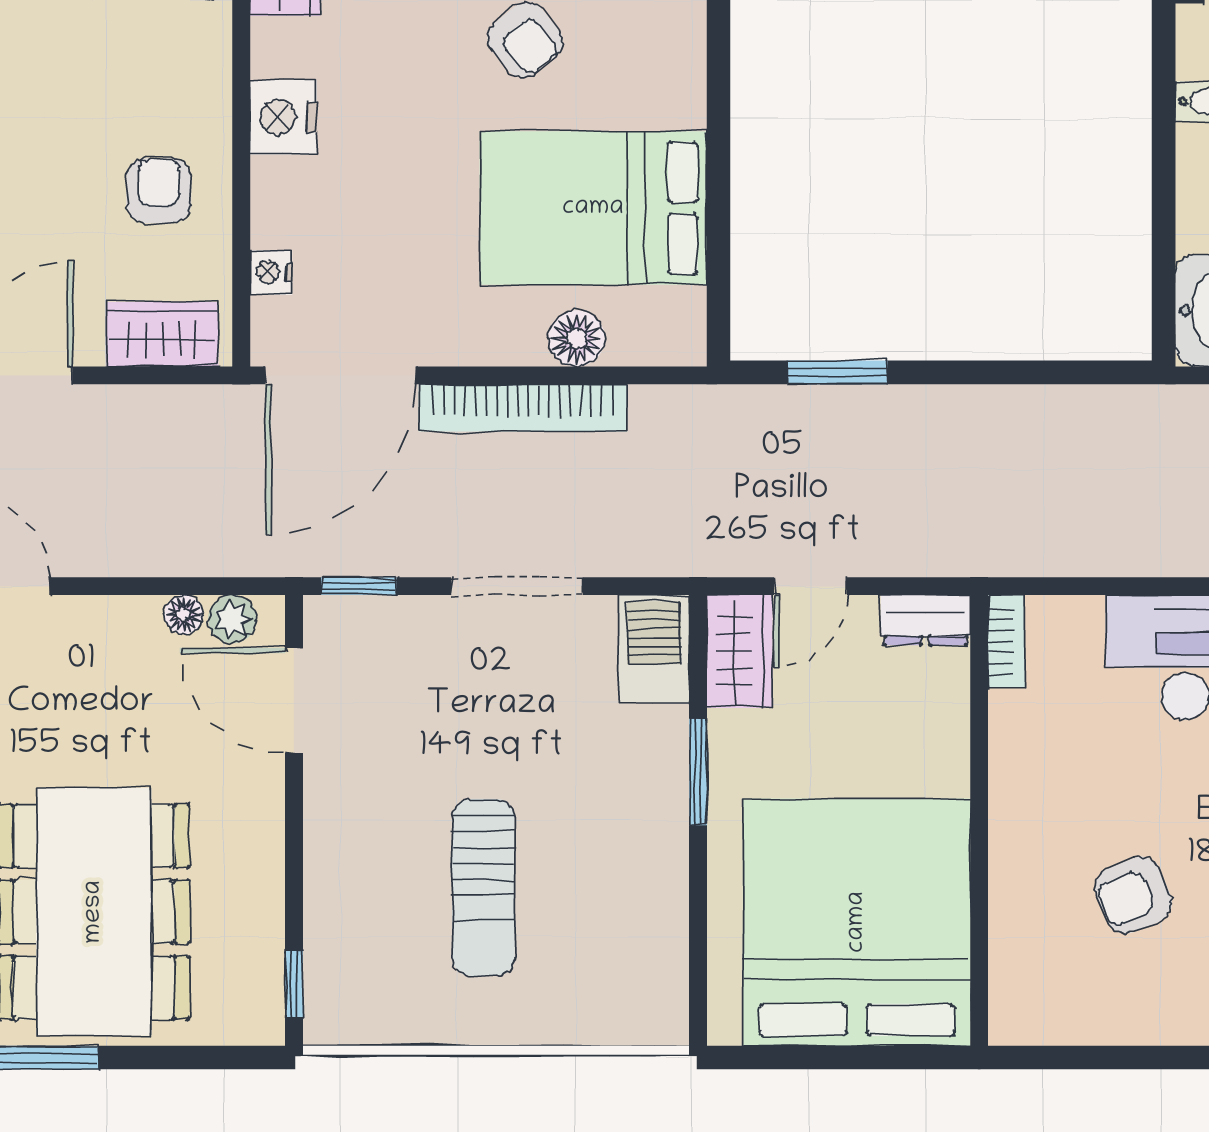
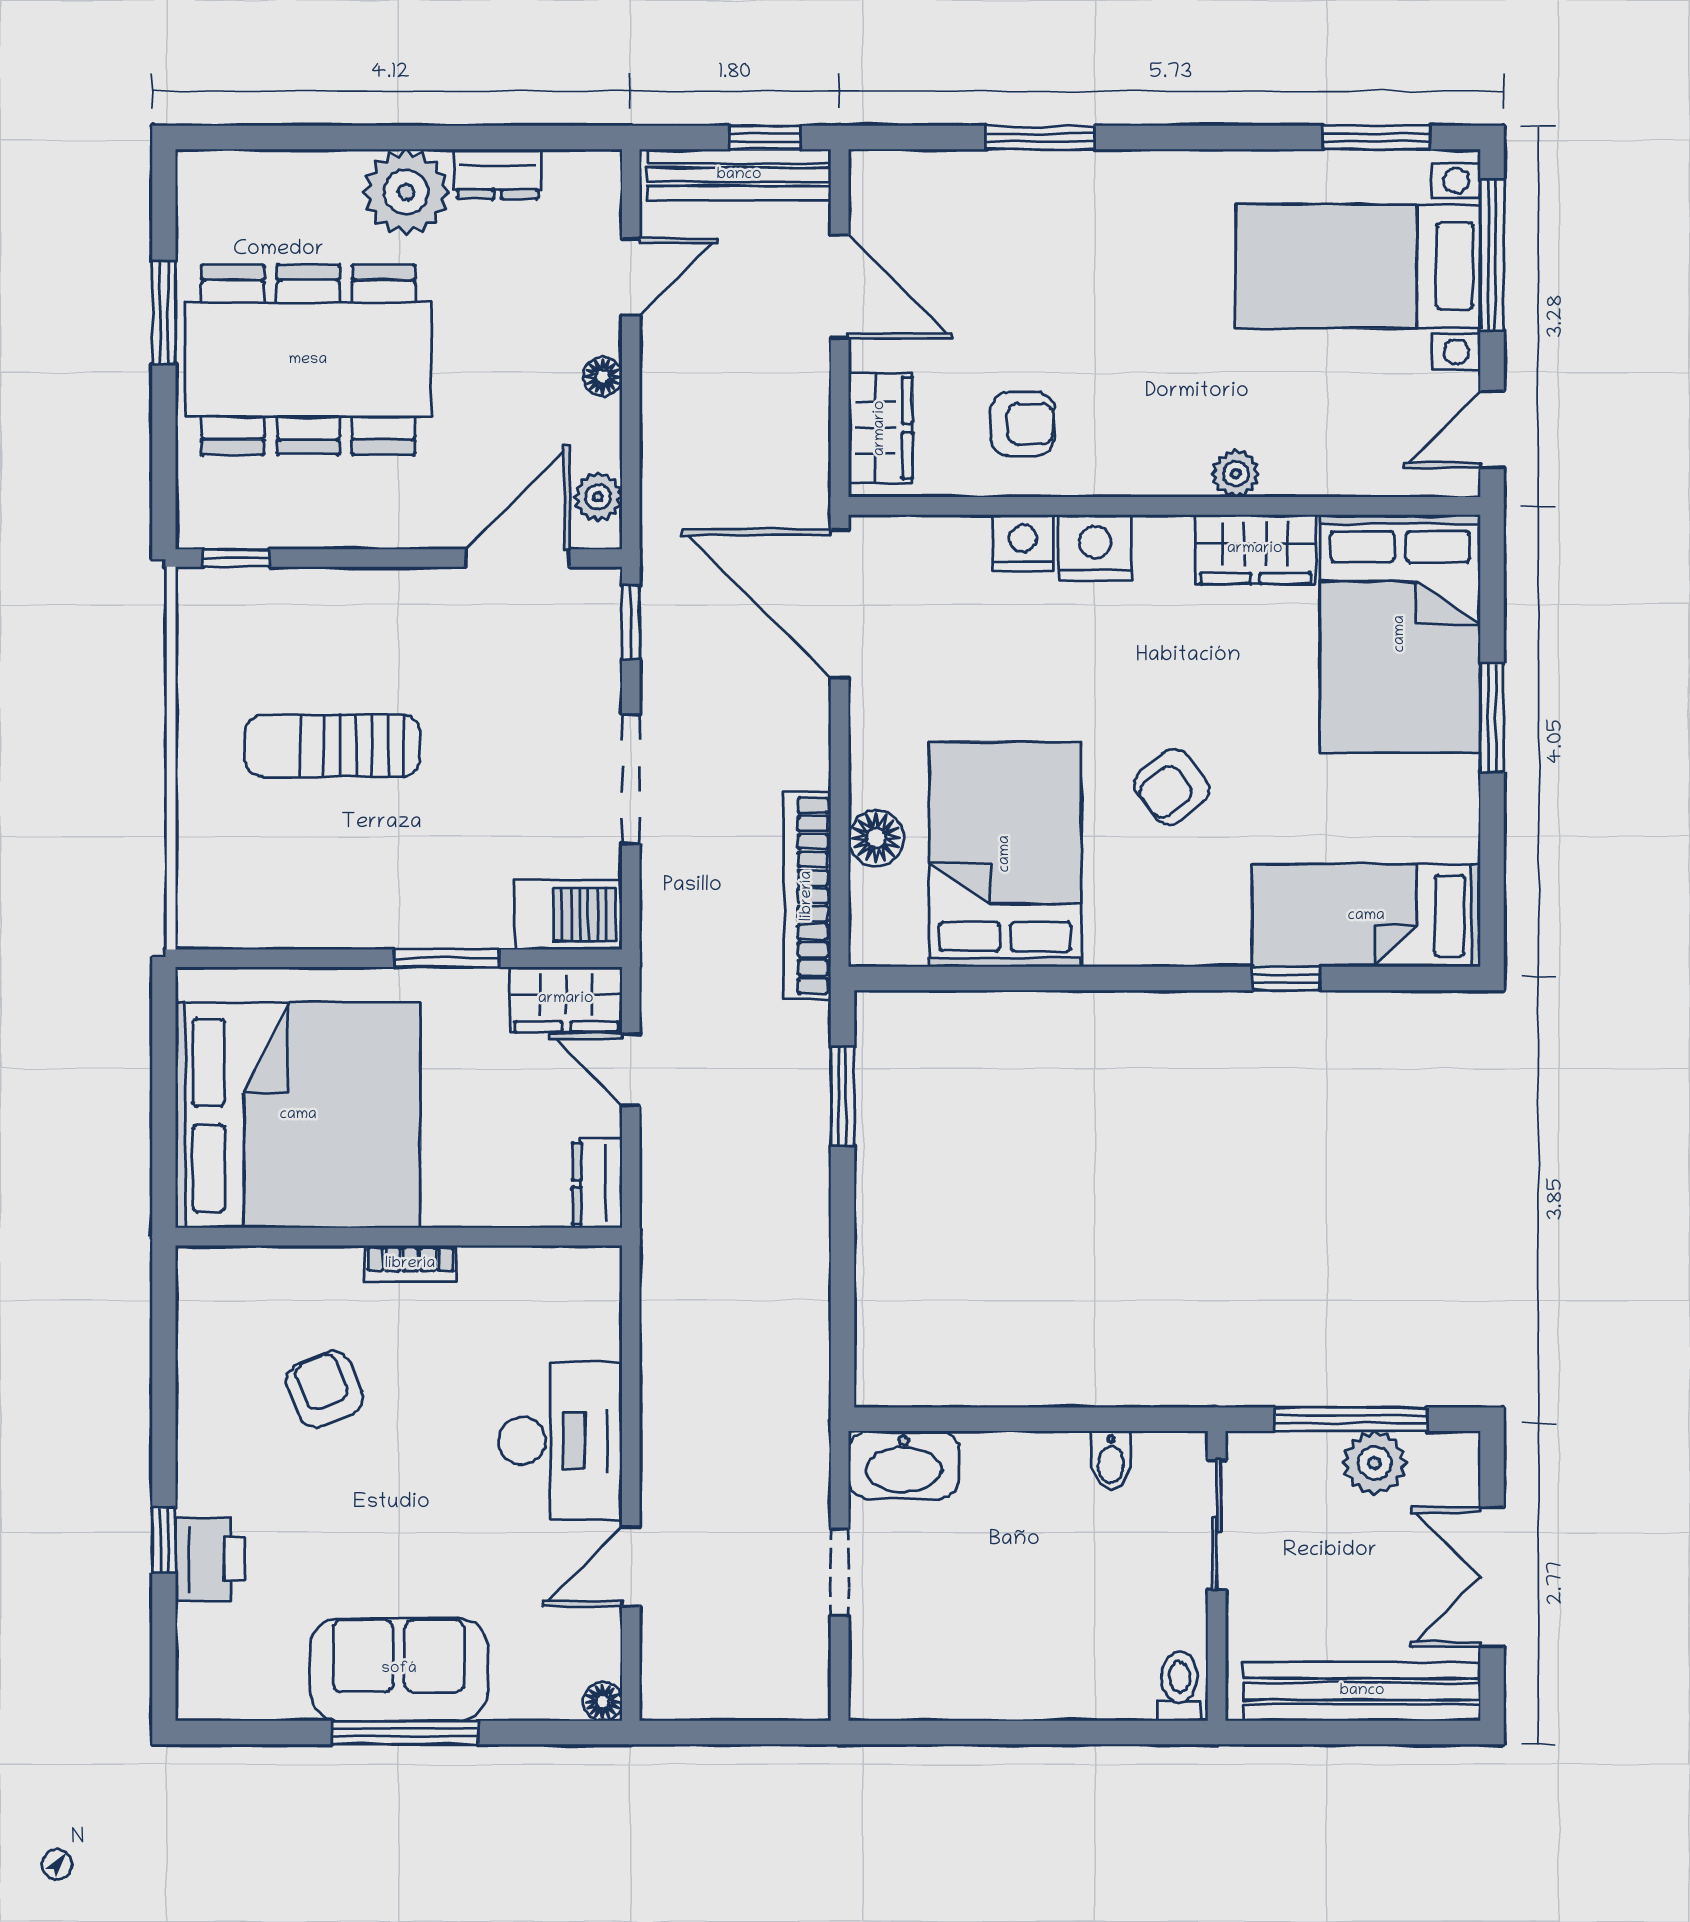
nightstand: (271, 272) -> (1023, 543), moved, width x1.39, depth x1.35
bookcase: (523, 408) -> (807, 896), moved
floor lamp: (184, 615) -> (603, 376), moved
bookcase: (1006, 641) -> (410, 1264), moved

